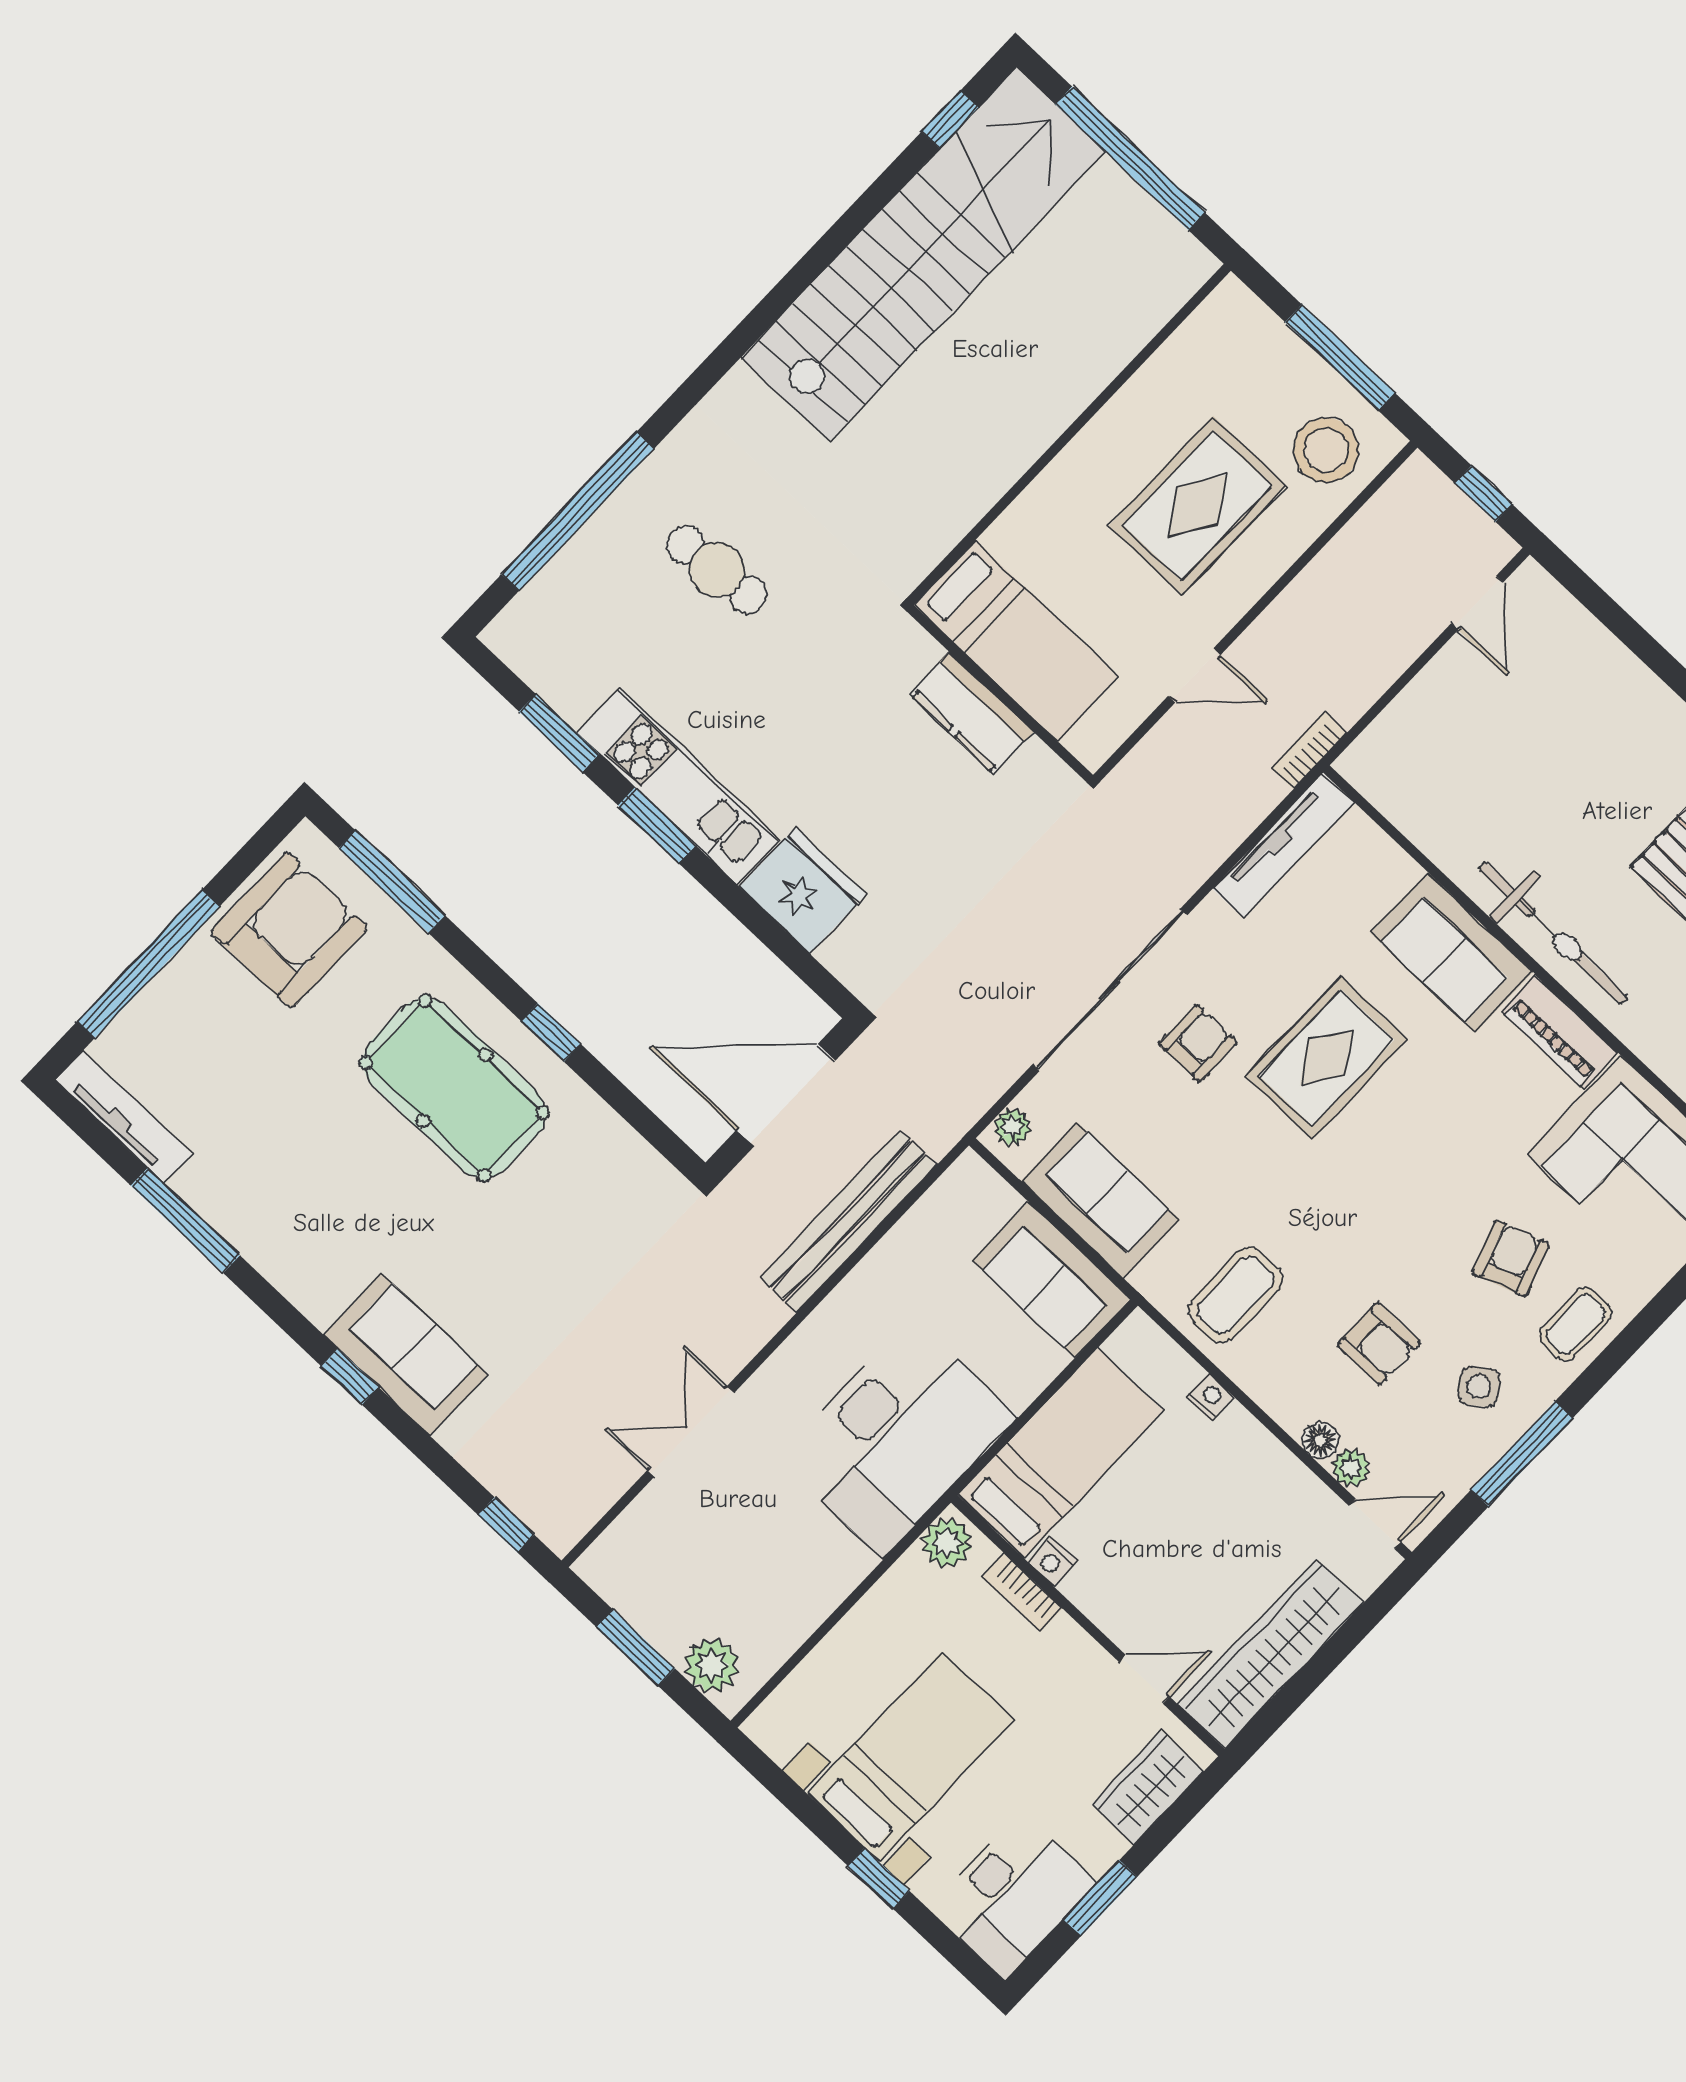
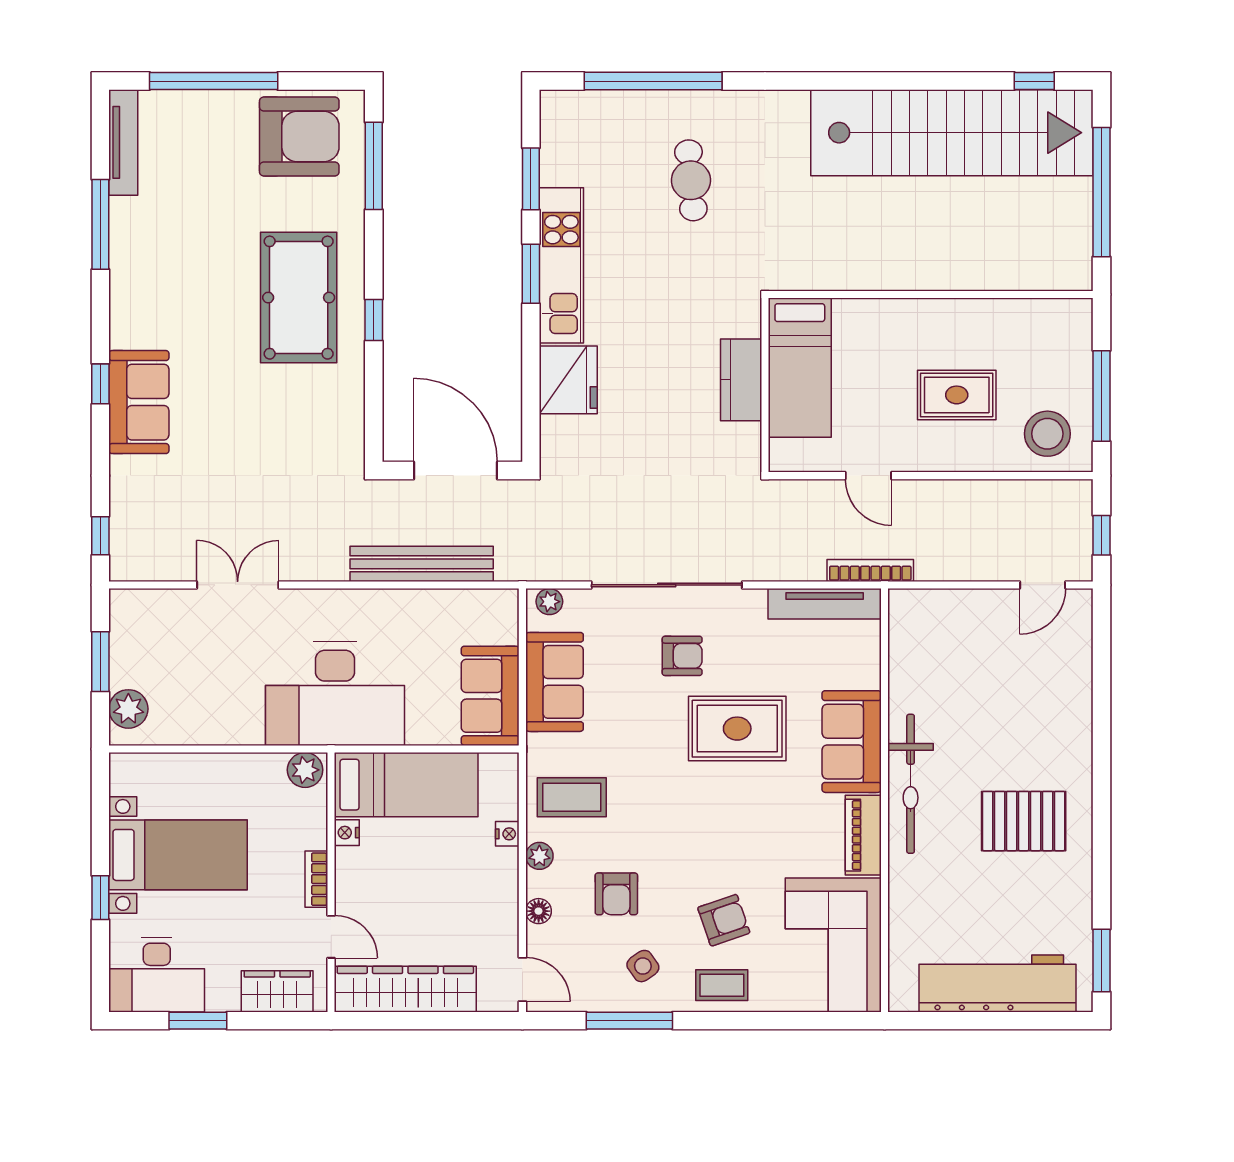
rug: (1198, 506) -> (957, 395), width x0.73, depth x0.70
bookcase: (1309, 750) -> (870, 571), width x1.56
plant: (1351, 1468) -> (539, 856), moved
bookcase: (1022, 1592) -> (316, 879), moved

